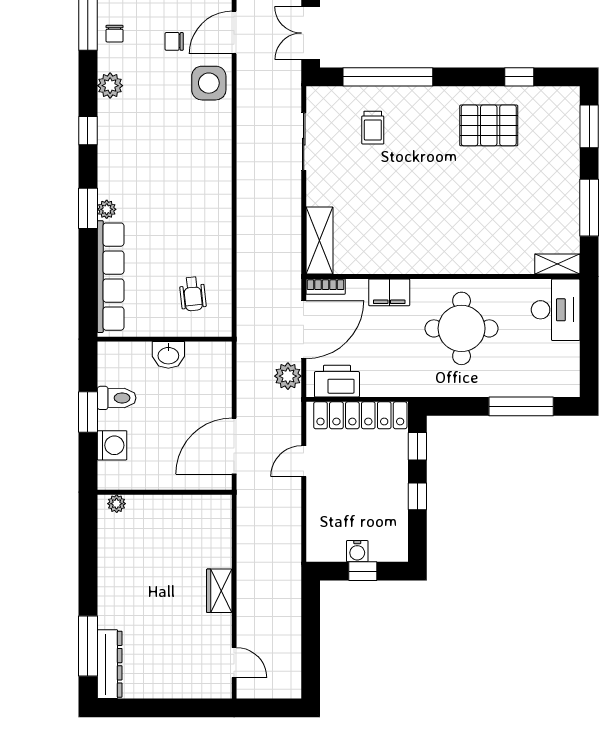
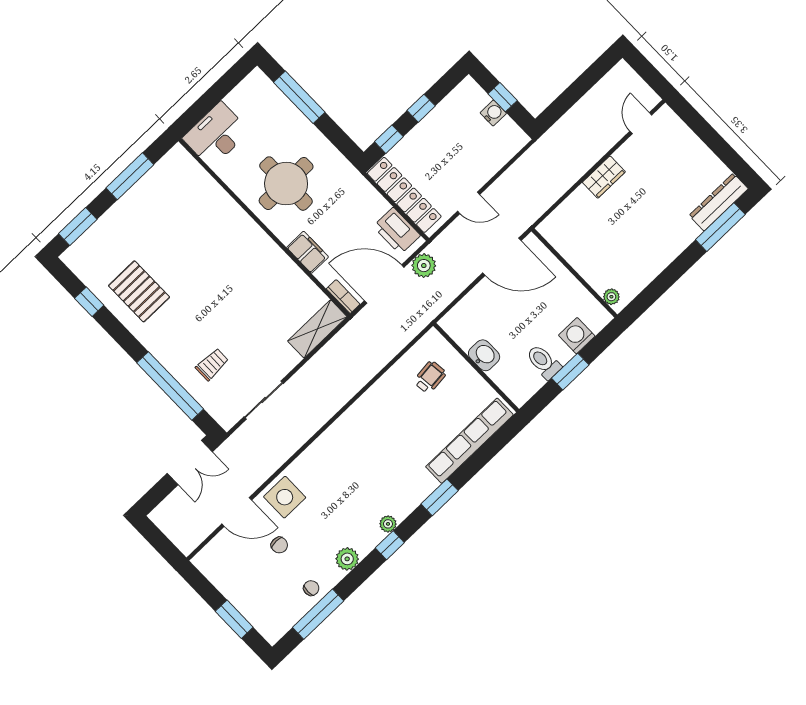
plant: (107, 209) -> (388, 524), moved
shelving: (557, 264) -> (186, 162), removed

